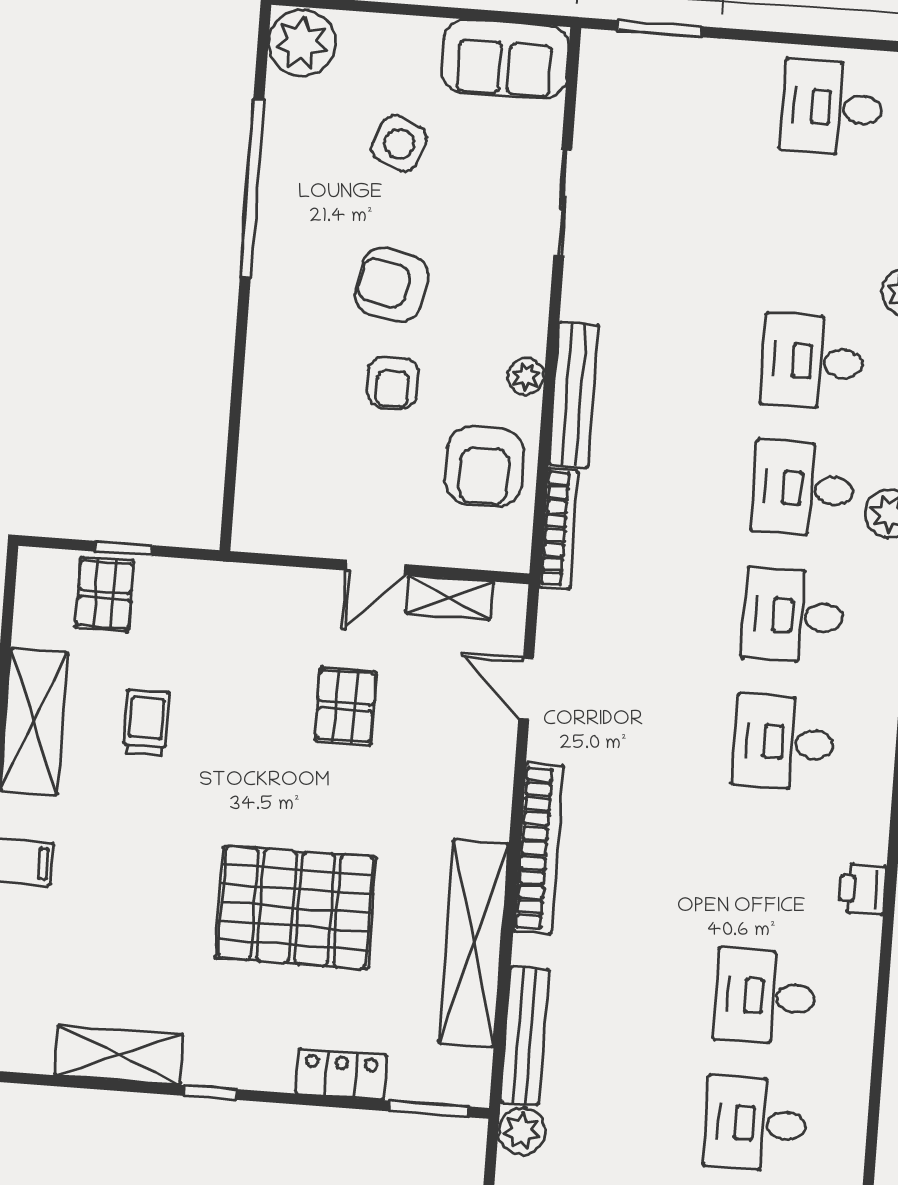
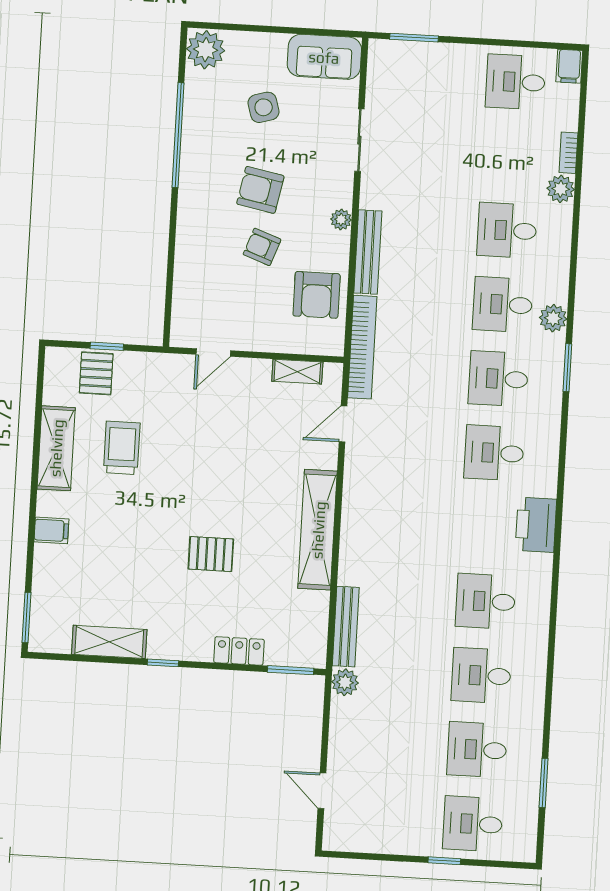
side table: (399, 144) -> (264, 107), turned -38
plant: (526, 376) -> (341, 220), moved
armchair: (393, 383) -> (262, 247), turned 110
bookcase: (559, 529) -> (362, 347), width x1.48, depth x1.31
door: (376, 567) -> (213, 352), moved
door: (526, 688) -> (343, 424), hinge flipped
pallet: (346, 706) -> (238, 436), removed
trolley: (146, 723) -> (122, 448), width x1.36, depth x1.39
bookcase: (539, 848) -> (352, 517), removed
printer: (863, 889) -> (536, 525), width x1.87, depth x1.48
pallet: (296, 907) -> (211, 554), width x0.49, depth x0.50
shelving: (474, 943) -> (318, 530), moved

